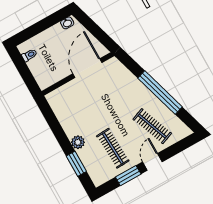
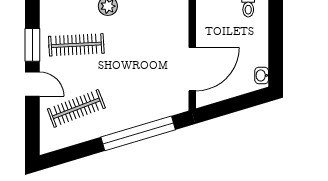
door: (87, 68) -> (192, 69), hinge flipped
window: (160, 93) -> (138, 133), moved

